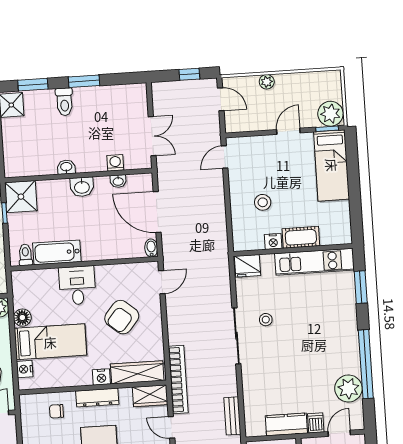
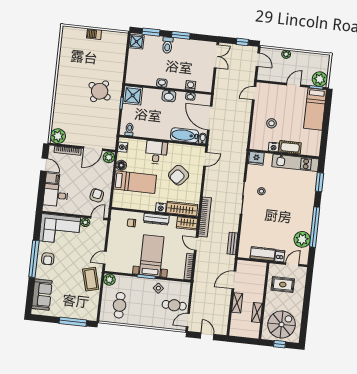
double door: (152, 136) -> (216, 56), moved
bathtub: (57, 252) -> (185, 135), moved
nightstand: (25, 369) -> (123, 147), moved

